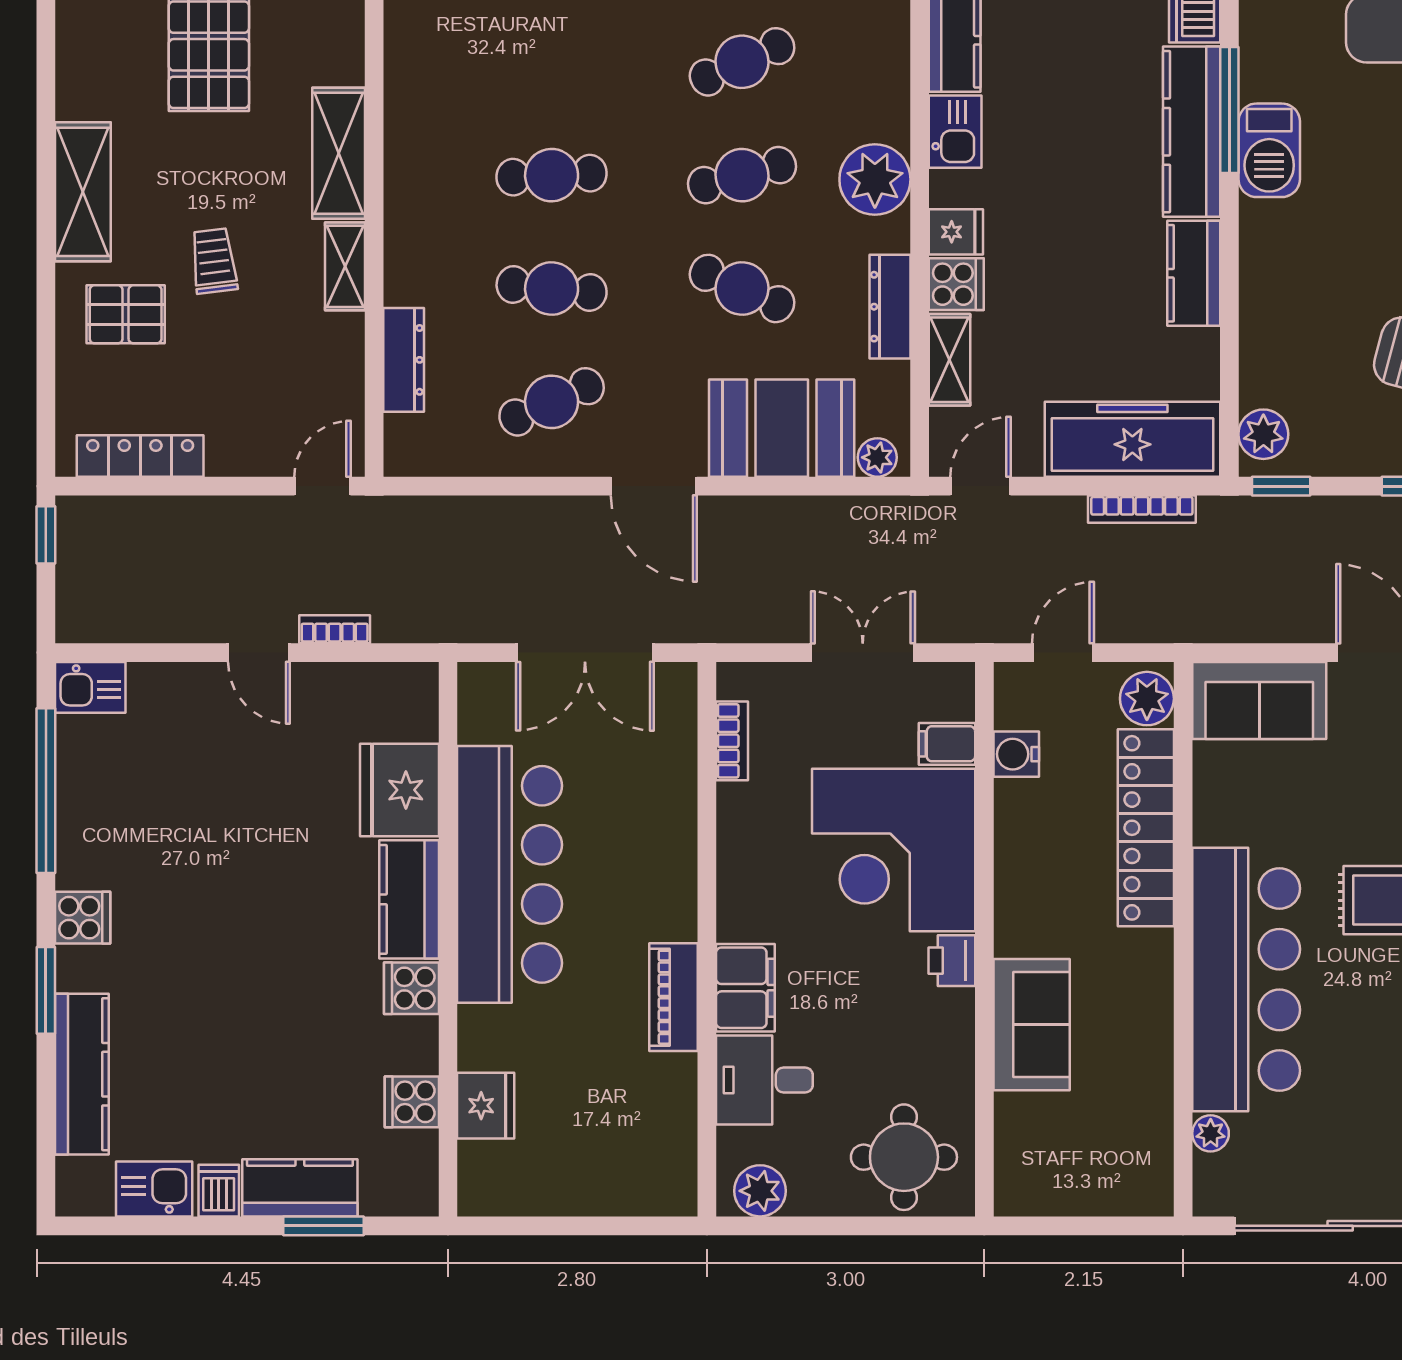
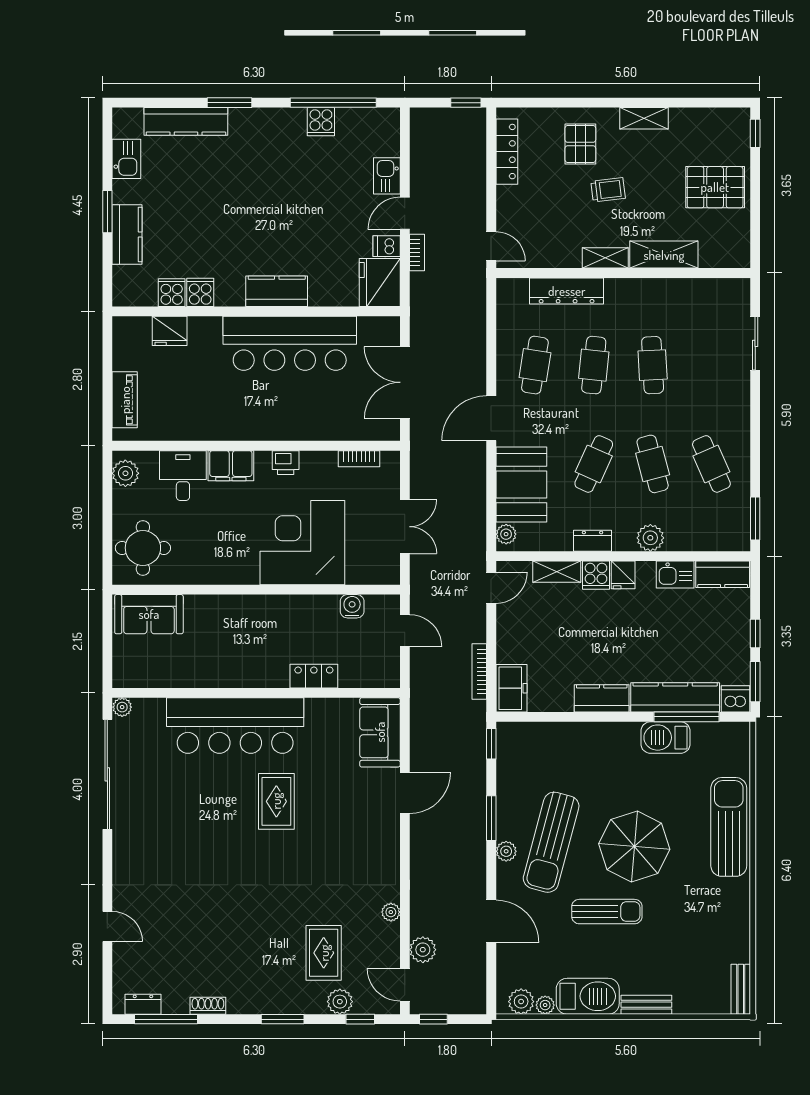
plant: (875, 179) -> (650, 538), width x0.73, depth x0.73
shelving: (83, 192) -> (644, 118), width x0.67, depth x0.75
dresser: (890, 307) -> (593, 541), width x0.70
dresser: (404, 360) -> (567, 291), width x1.37, depth x1.24
cafe table: (552, 402) -> (535, 365), turned 33
plant: (1263, 434) -> (518, 735), removed
freezer: (1132, 439) -> (511, 688), width x0.52, depth x0.79
door: (980, 486) -> (491, 588), hinge flipped
kitchen sink: (90, 687) -> (387, 176), moved
plant: (1147, 699) -> (381, 674), removed
filing cabinet: (947, 744) -> (357, 570), removed
fridge: (399, 790) -> (380, 282), moved, turned -90
locker: (1146, 828) -> (314, 676), width x0.46, depth x0.83
cooker: (83, 918) -> (321, 122), moved
printer: (952, 961) -> (286, 463), moved, turned 180
cooker: (411, 988) -> (200, 292), moved
piano: (673, 997) -> (125, 400), moved, turned 90
sofa: (1032, 1025) -> (149, 614), moved
plant: (1211, 1133) -> (122, 707), moved
dishwasher: (219, 1191) -> (387, 246), moved, turned 180
window: (323, 1226) -> (107, 212), moved

